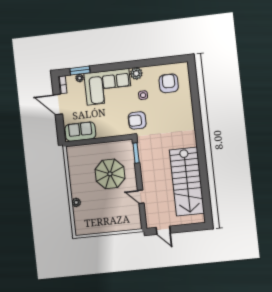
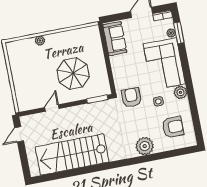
plant: (185, 112) -> (145, 146), added

